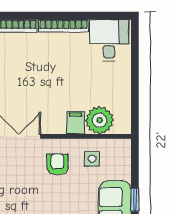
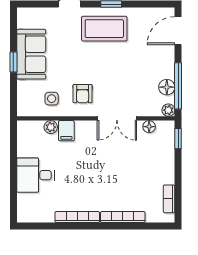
desk: (109, 40) -> (35, 175), moved, turned 90
plant: (100, 120) -> (51, 127), width x0.53, depth x0.53

